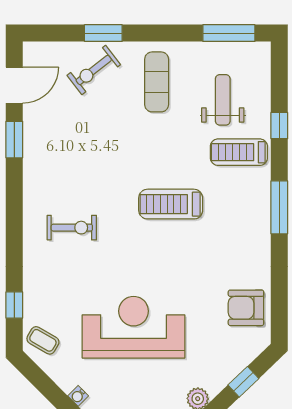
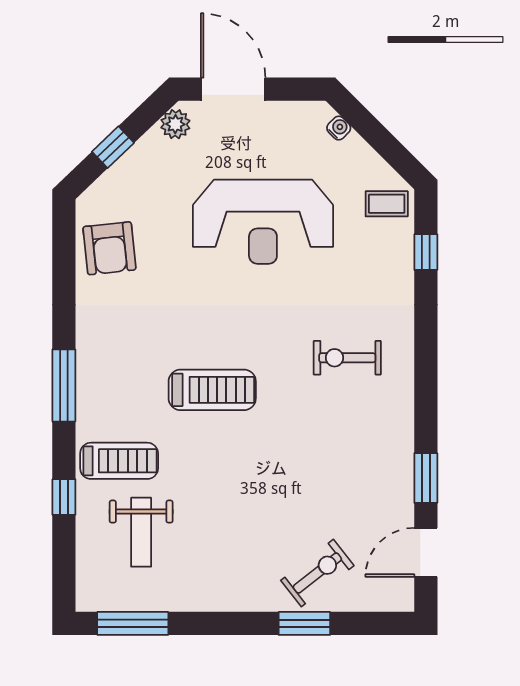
exercise mat: (157, 82) -> (231, 557), removed
armchair: (246, 308) -> (109, 248), turned 84
coffee table: (43, 340) -> (387, 204), turned -30

